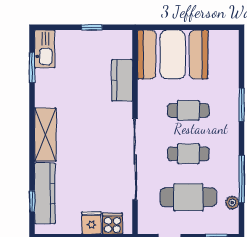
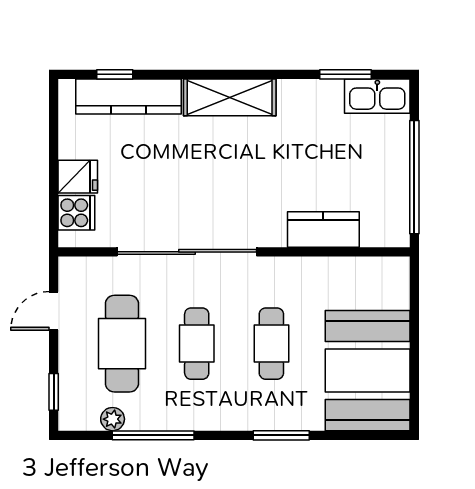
window: (92, 27) -> (414, 177), width x3.17
booth: (173, 55) -> (368, 371), moved

